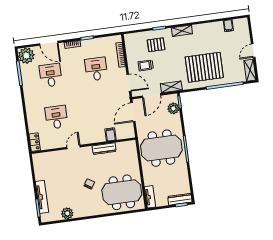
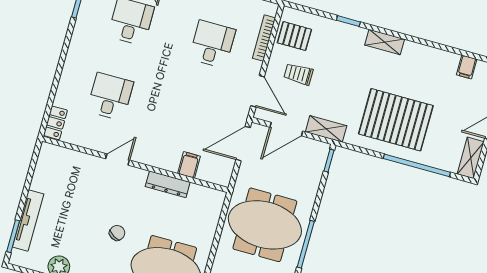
pallet: (156, 45) -> (294, 36), moved
plant: (173, 108) -> (314, 167), removed

